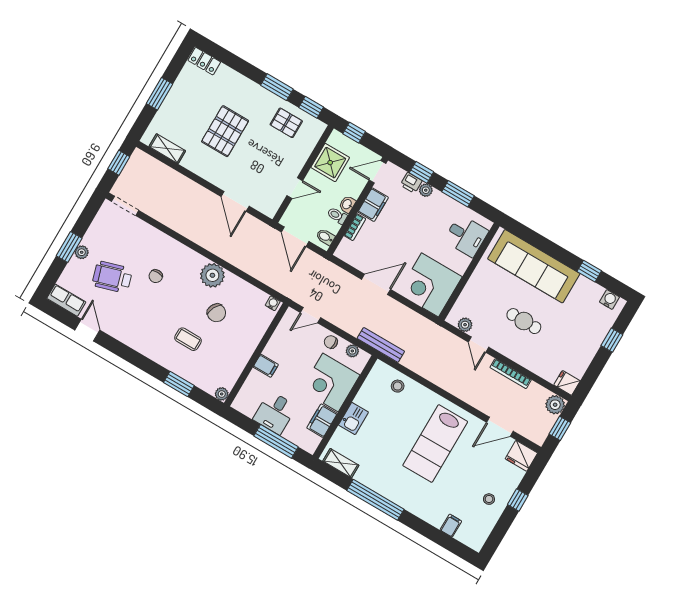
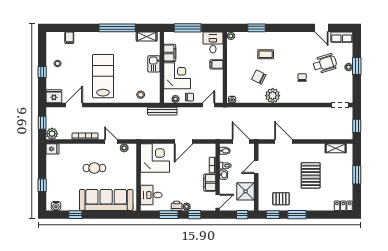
printer: (411, 183) -> (177, 206), moved
desk: (275, 413) -> (213, 43), moved

